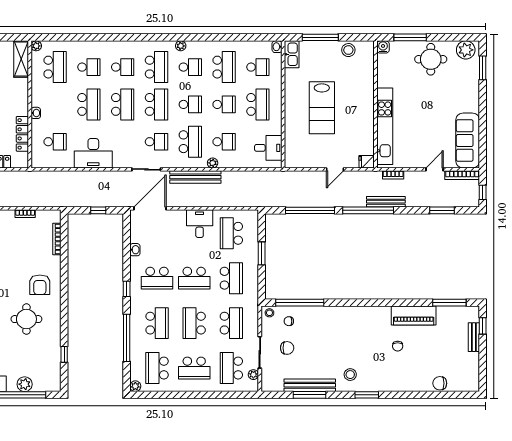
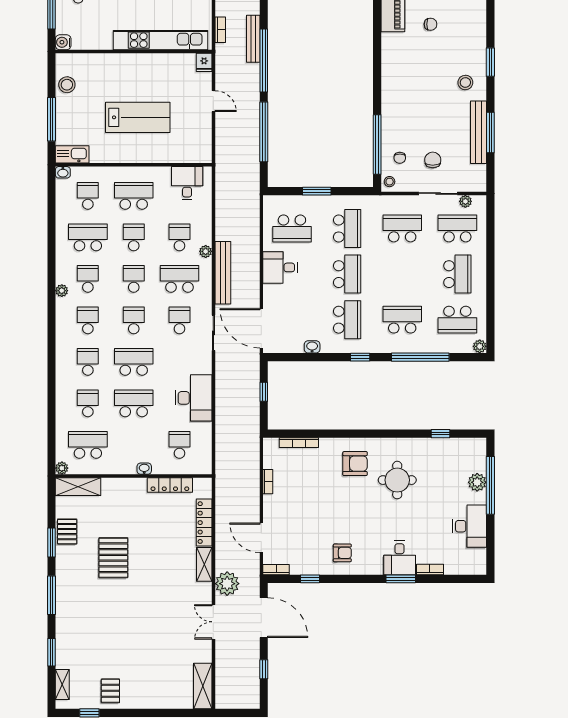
school desk: (156, 67) -> (88, 320), width x0.54
school desk: (156, 104) -> (134, 320), width x0.54
school desk: (231, 278) -> (347, 228), turned 90
school desk: (194, 323) -> (402, 274), removed
school desk: (231, 368) -> (457, 228), turned 180

